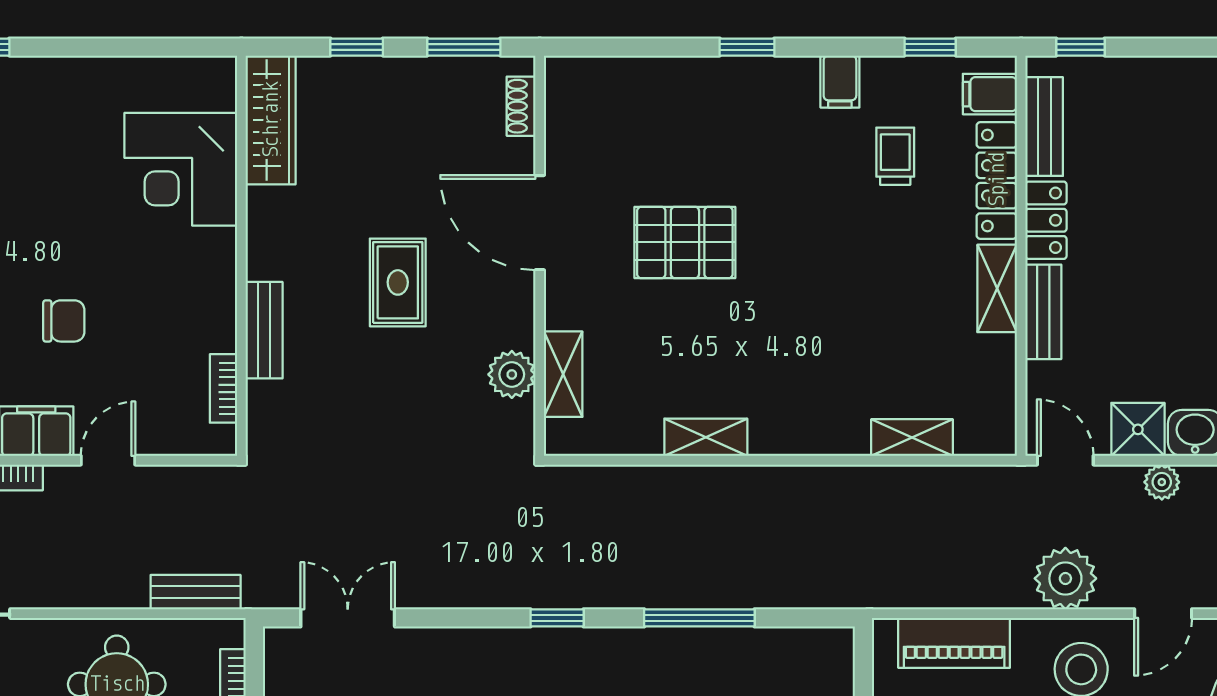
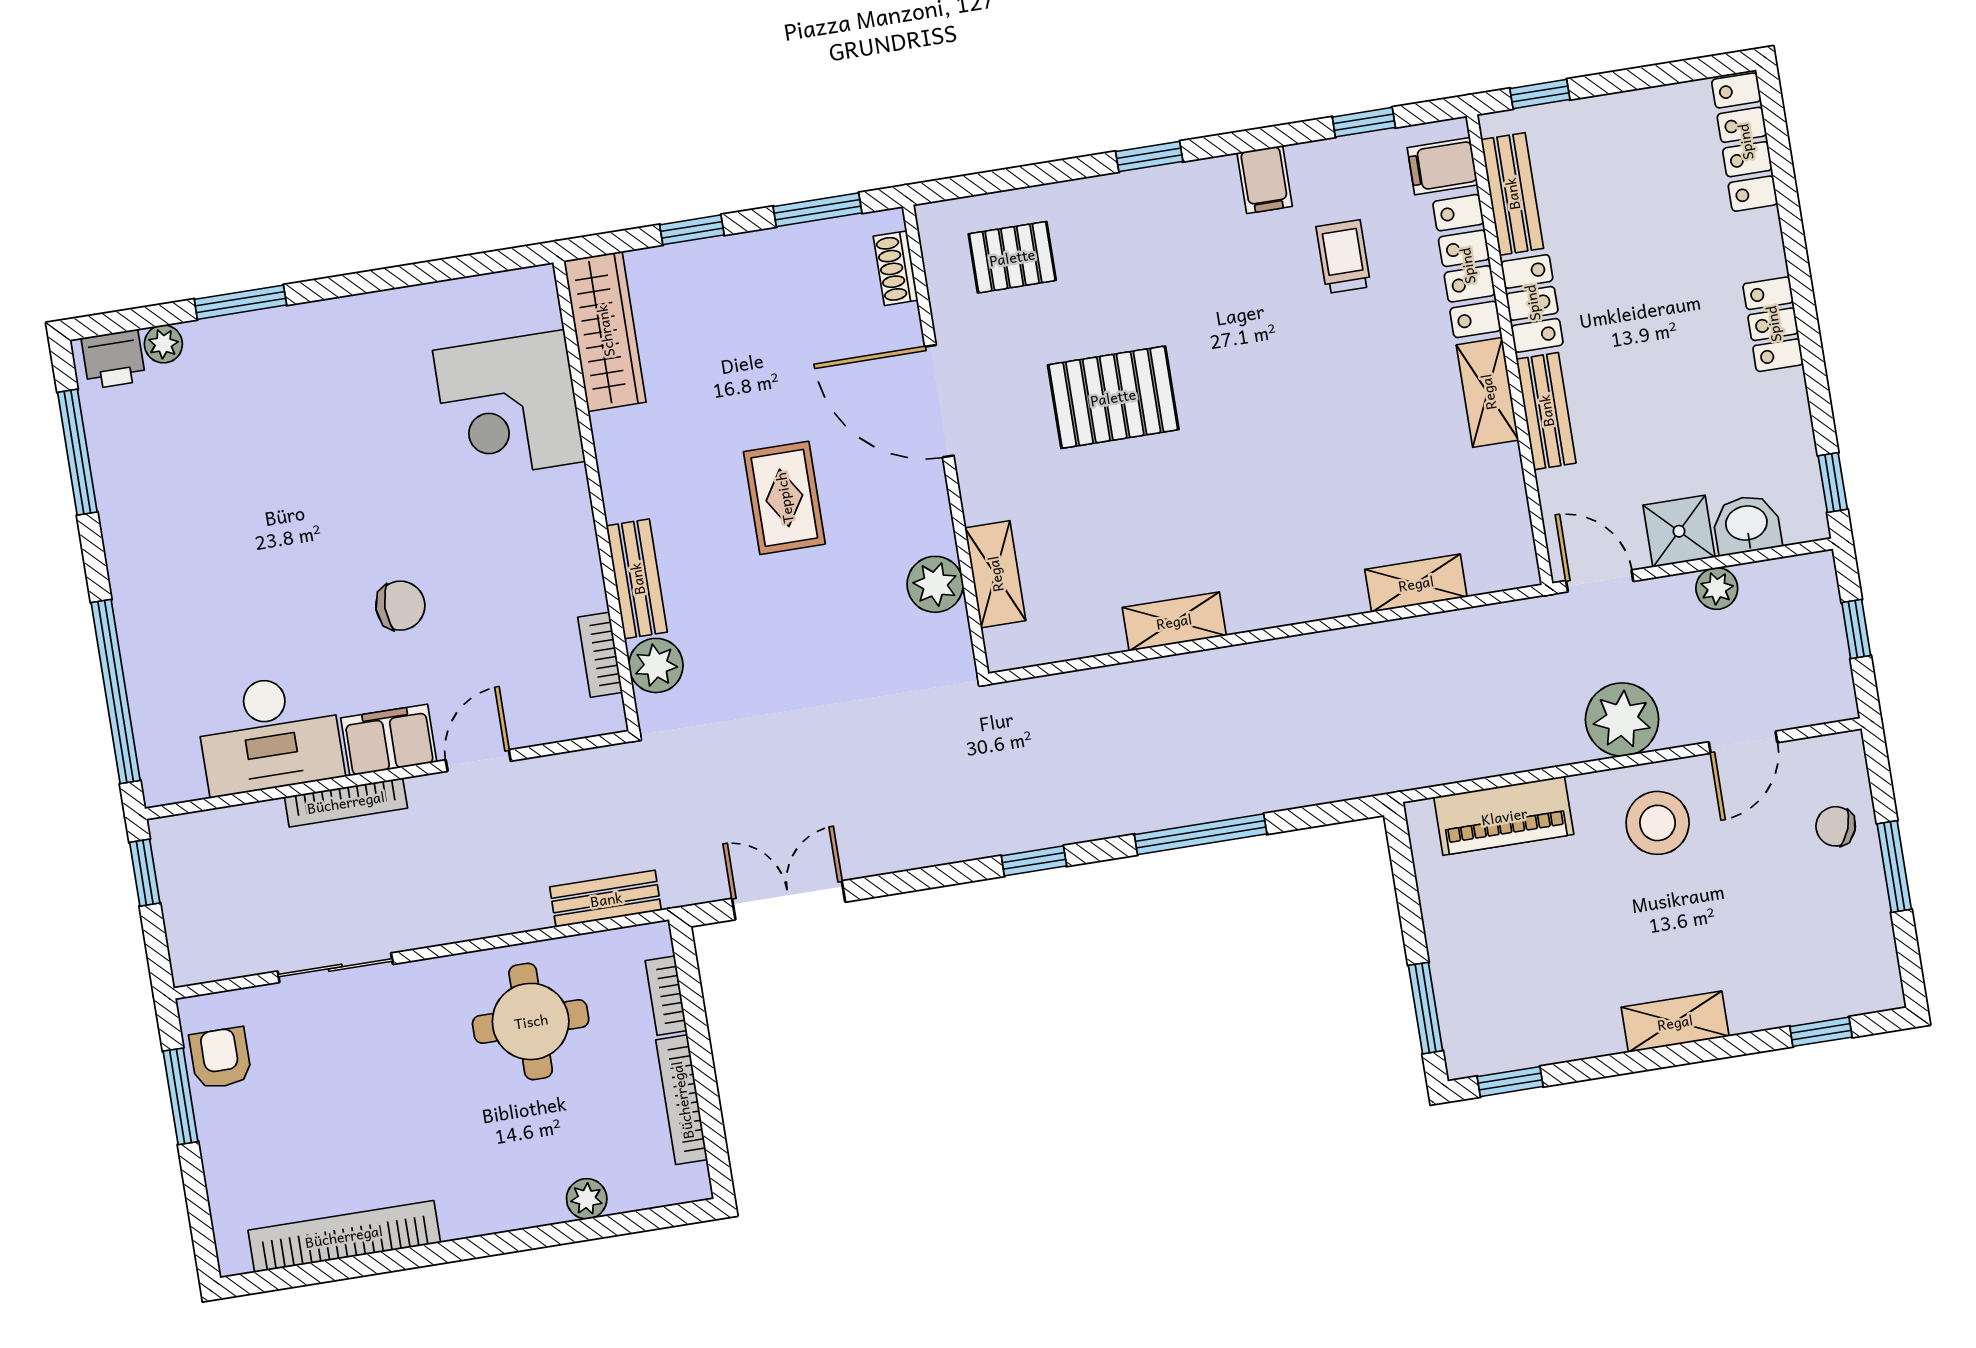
pallet: (619, 112) -> (1012, 257), added
plant: (269, 405) -> (656, 665), added

